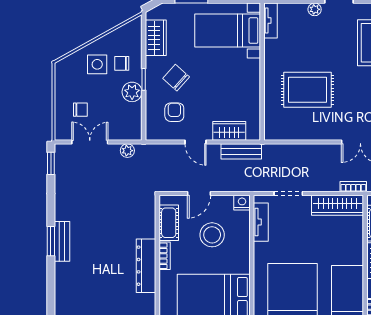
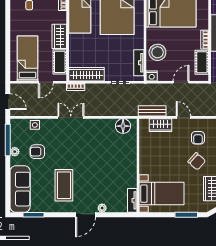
rug: (308, 90) -> (107, 153), removed
floor lamp: (284, 129) -> (123, 126), added
stool: (212, 235) -> (157, 52), moved

